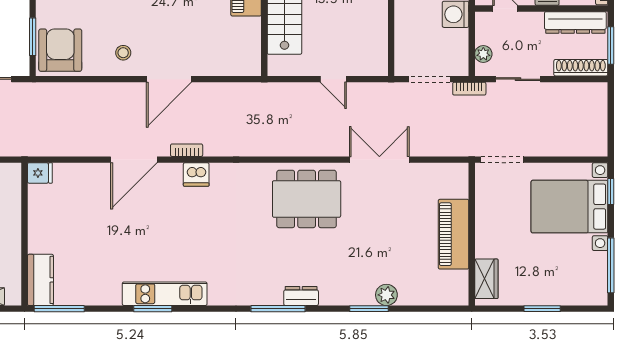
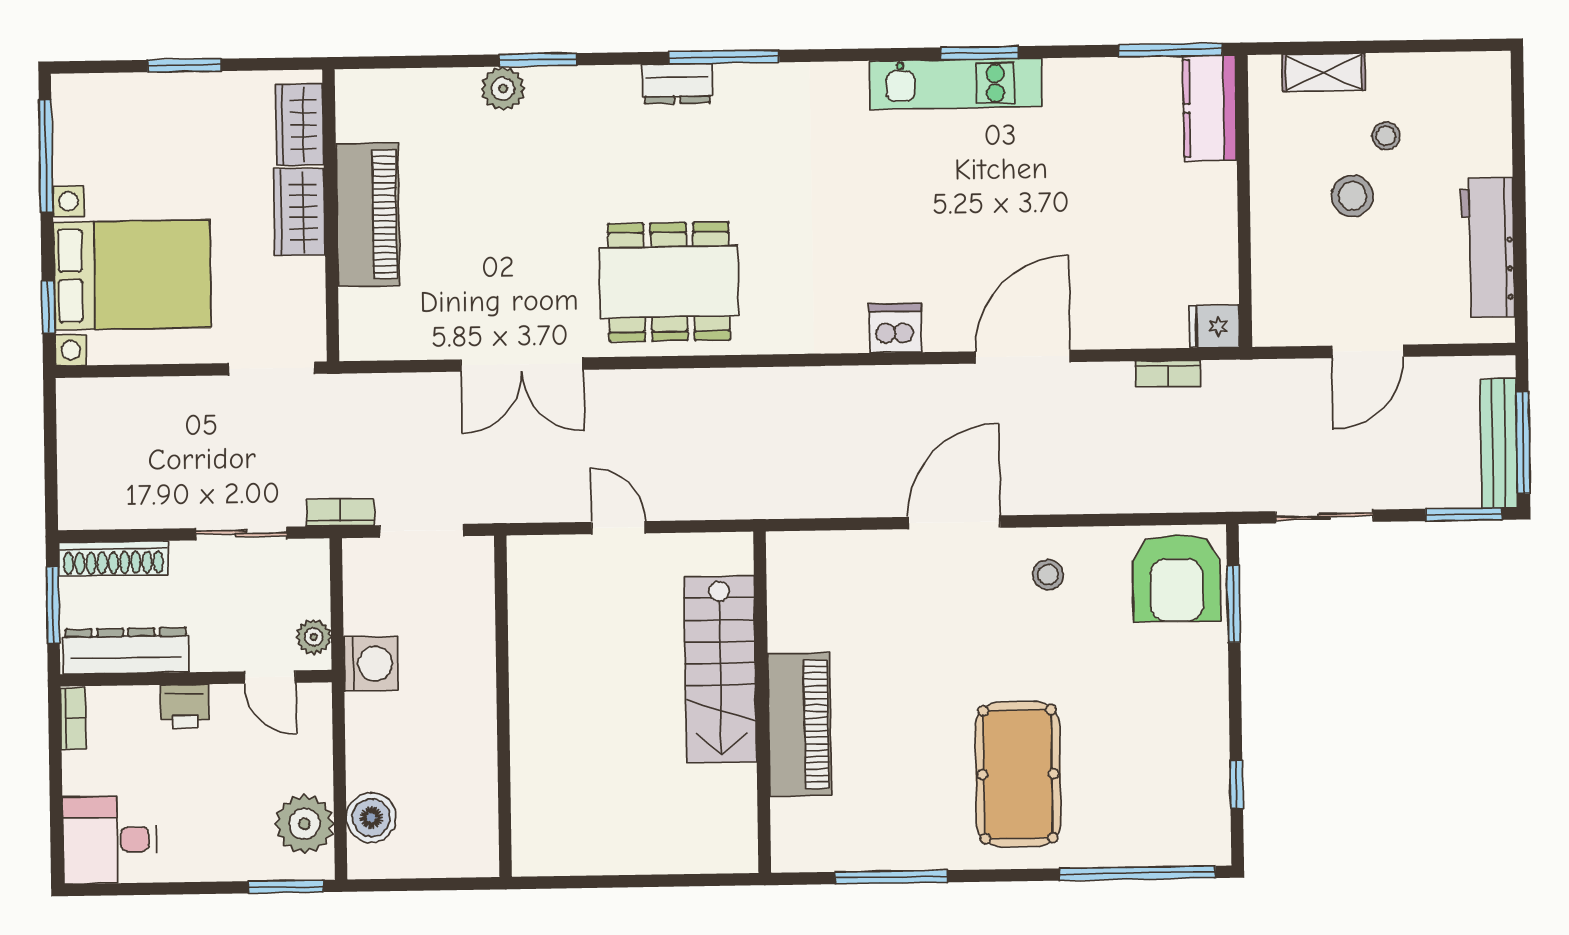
plant: (483, 54) -> (314, 637), moved
bookcase: (187, 150) -> (1168, 374), moved
wardrobe: (487, 236) -> (299, 212), added

